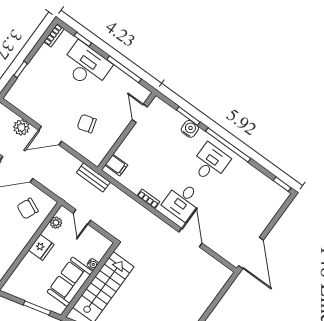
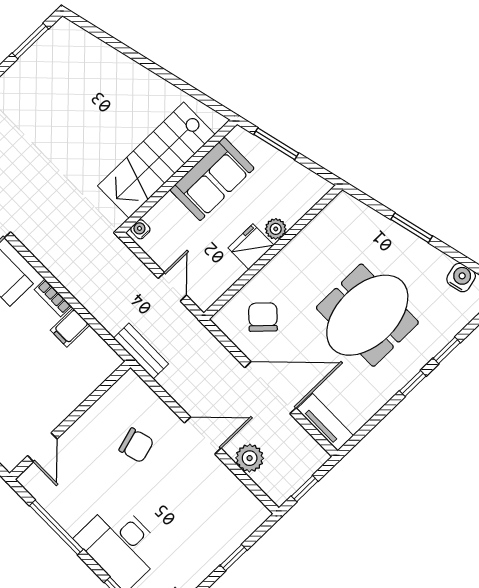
filing cabinet: (116, 165) -> (70, 328), moved, turned -90
chair: (28, 209) -> (263, 317), turned -71
plant: (56, 223) -> (276, 229), moved
water cooler: (93, 264) -> (140, 229), moved

